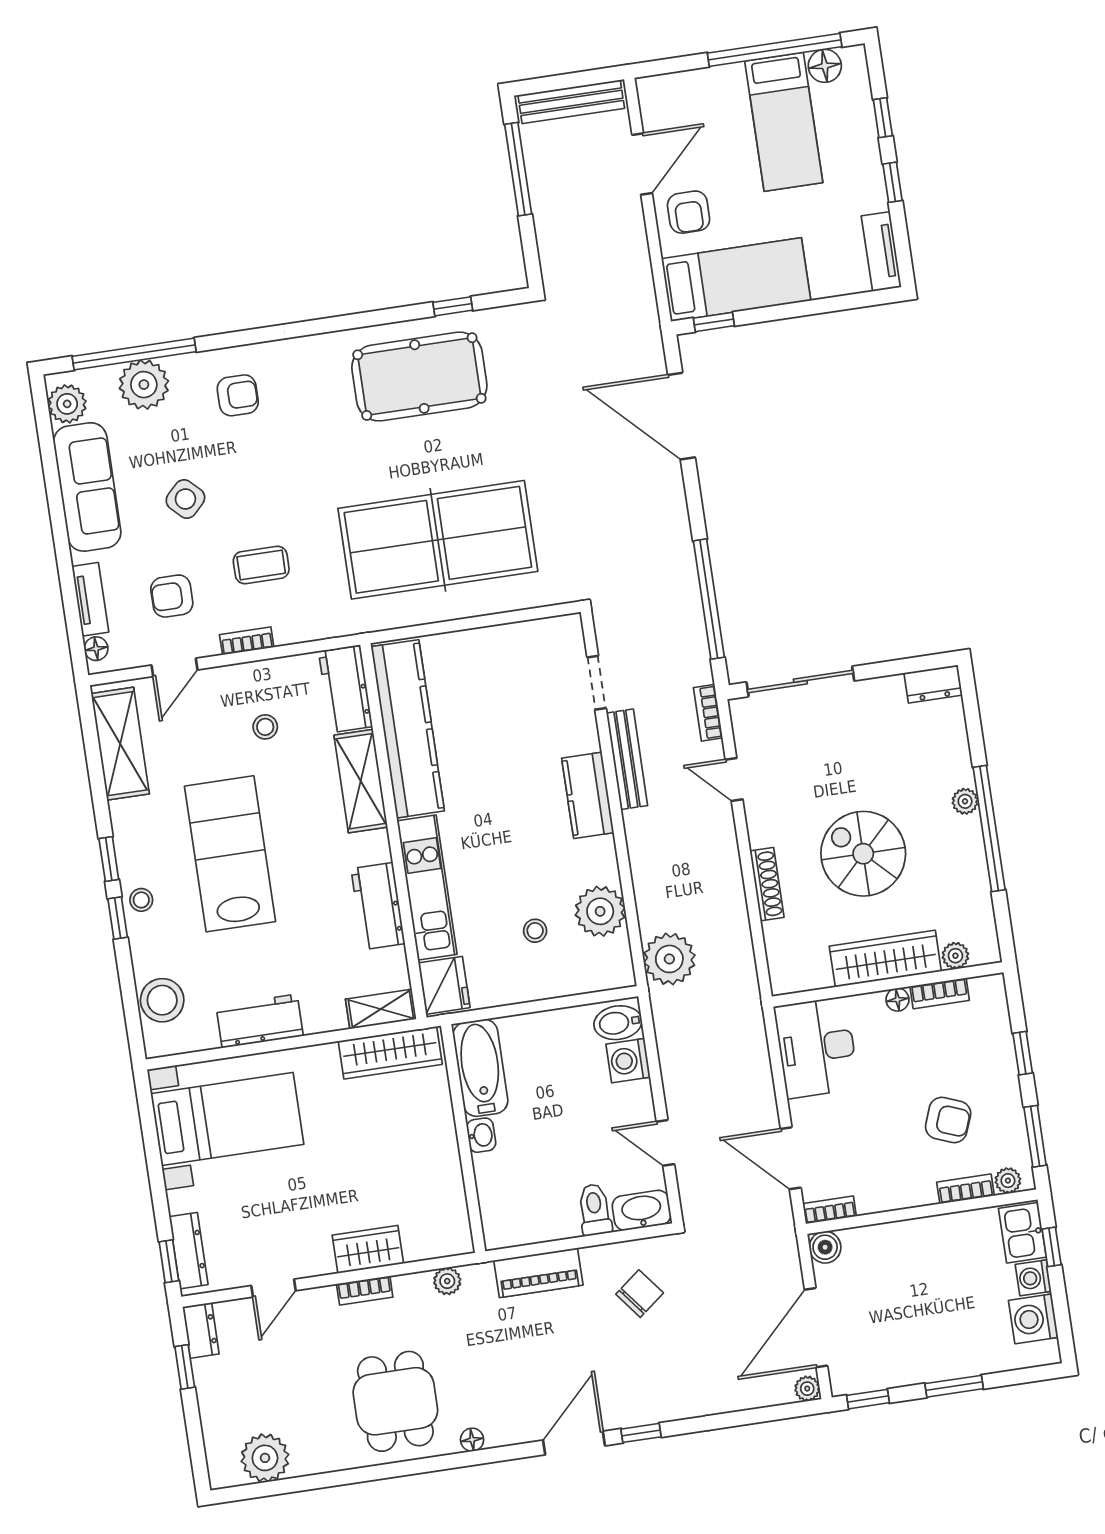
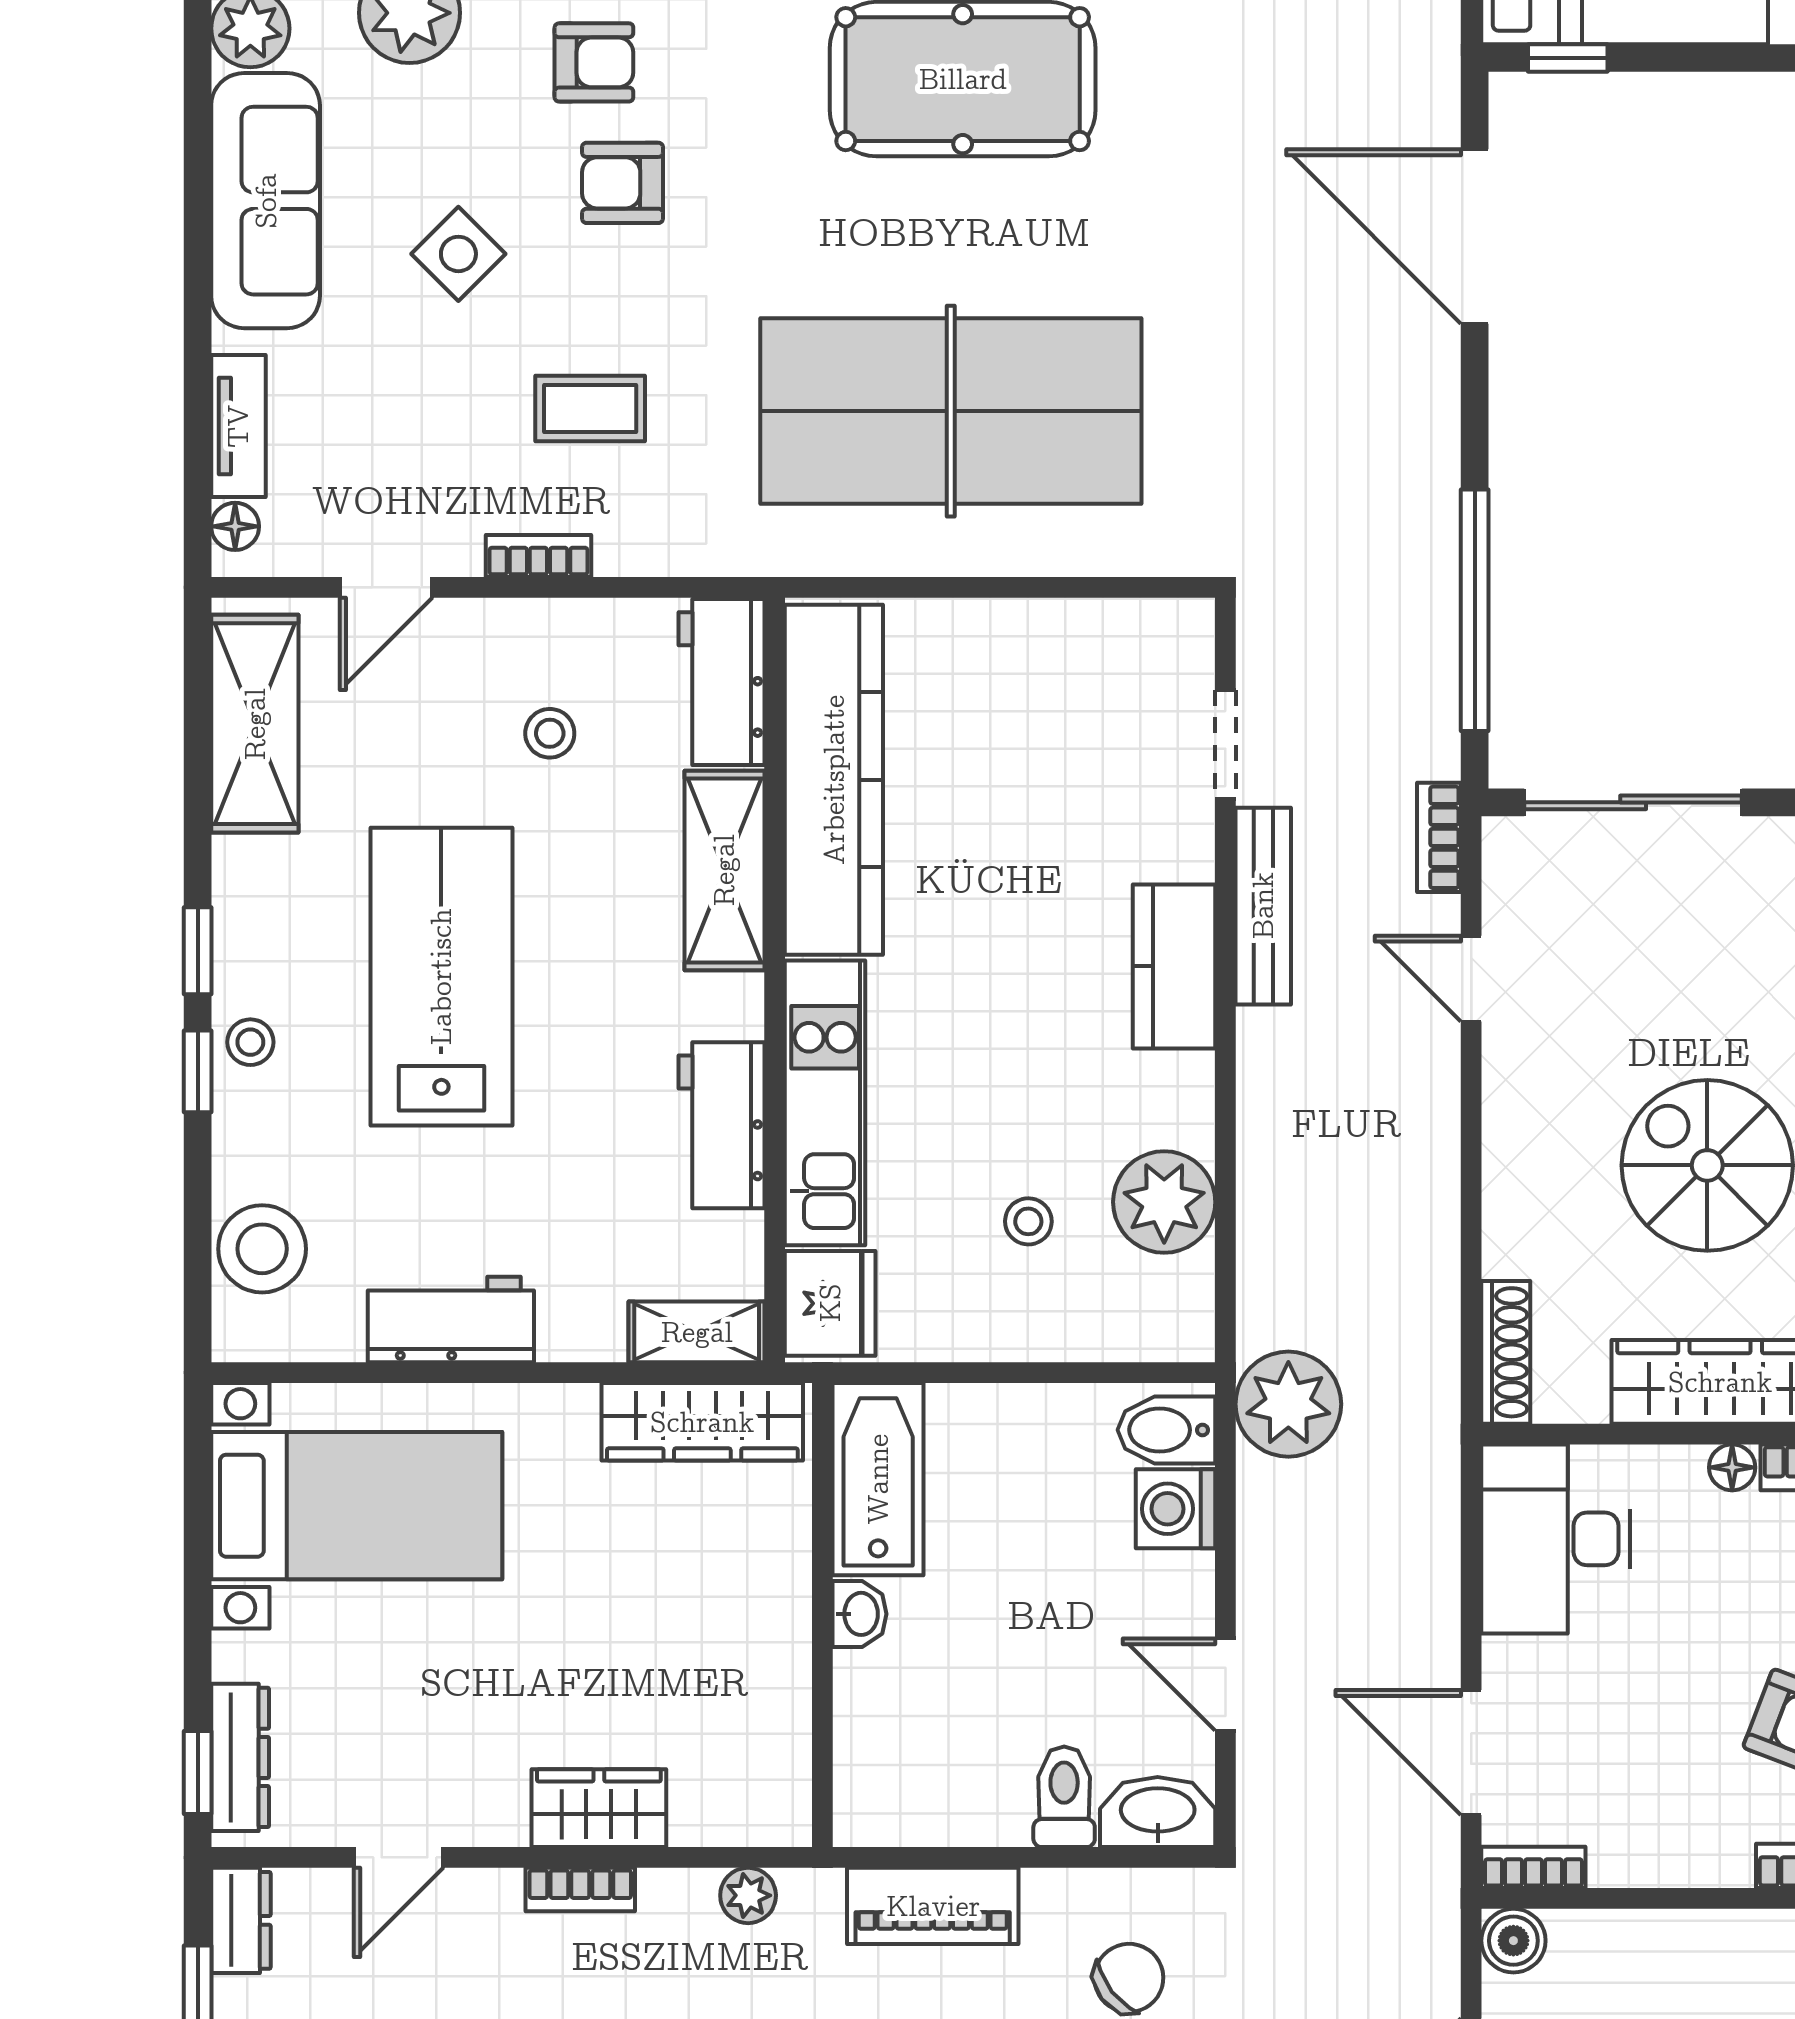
armchair: (172, 596) -> (622, 183), moved
shoe rack: (767, 884) -> (1506, 1352), moved
plant: (669, 959) -> (1288, 1404), moved

